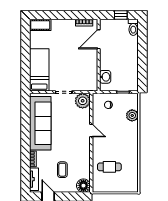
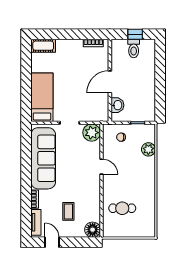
toilet: (133, 27) -> (134, 48), moved
door: (99, 39) -> (110, 82), moved

